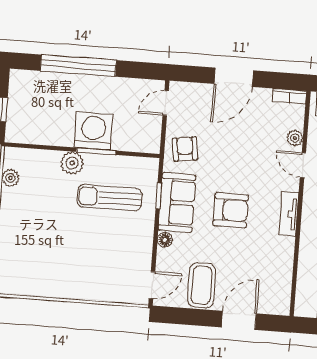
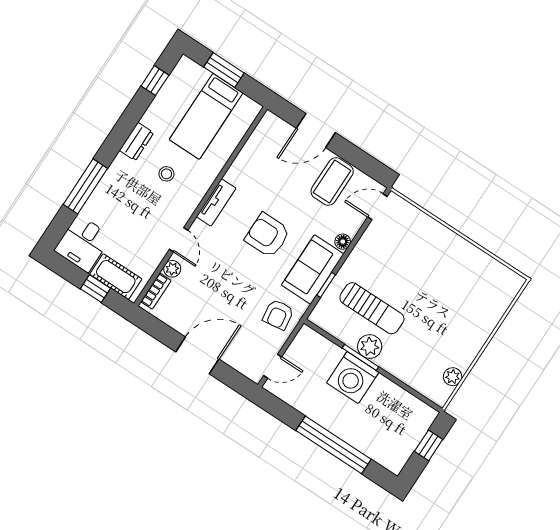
bookcase: (289, 96) -> (156, 291), moved, turned 90
plant: (72, 163) -> (370, 347), moved

